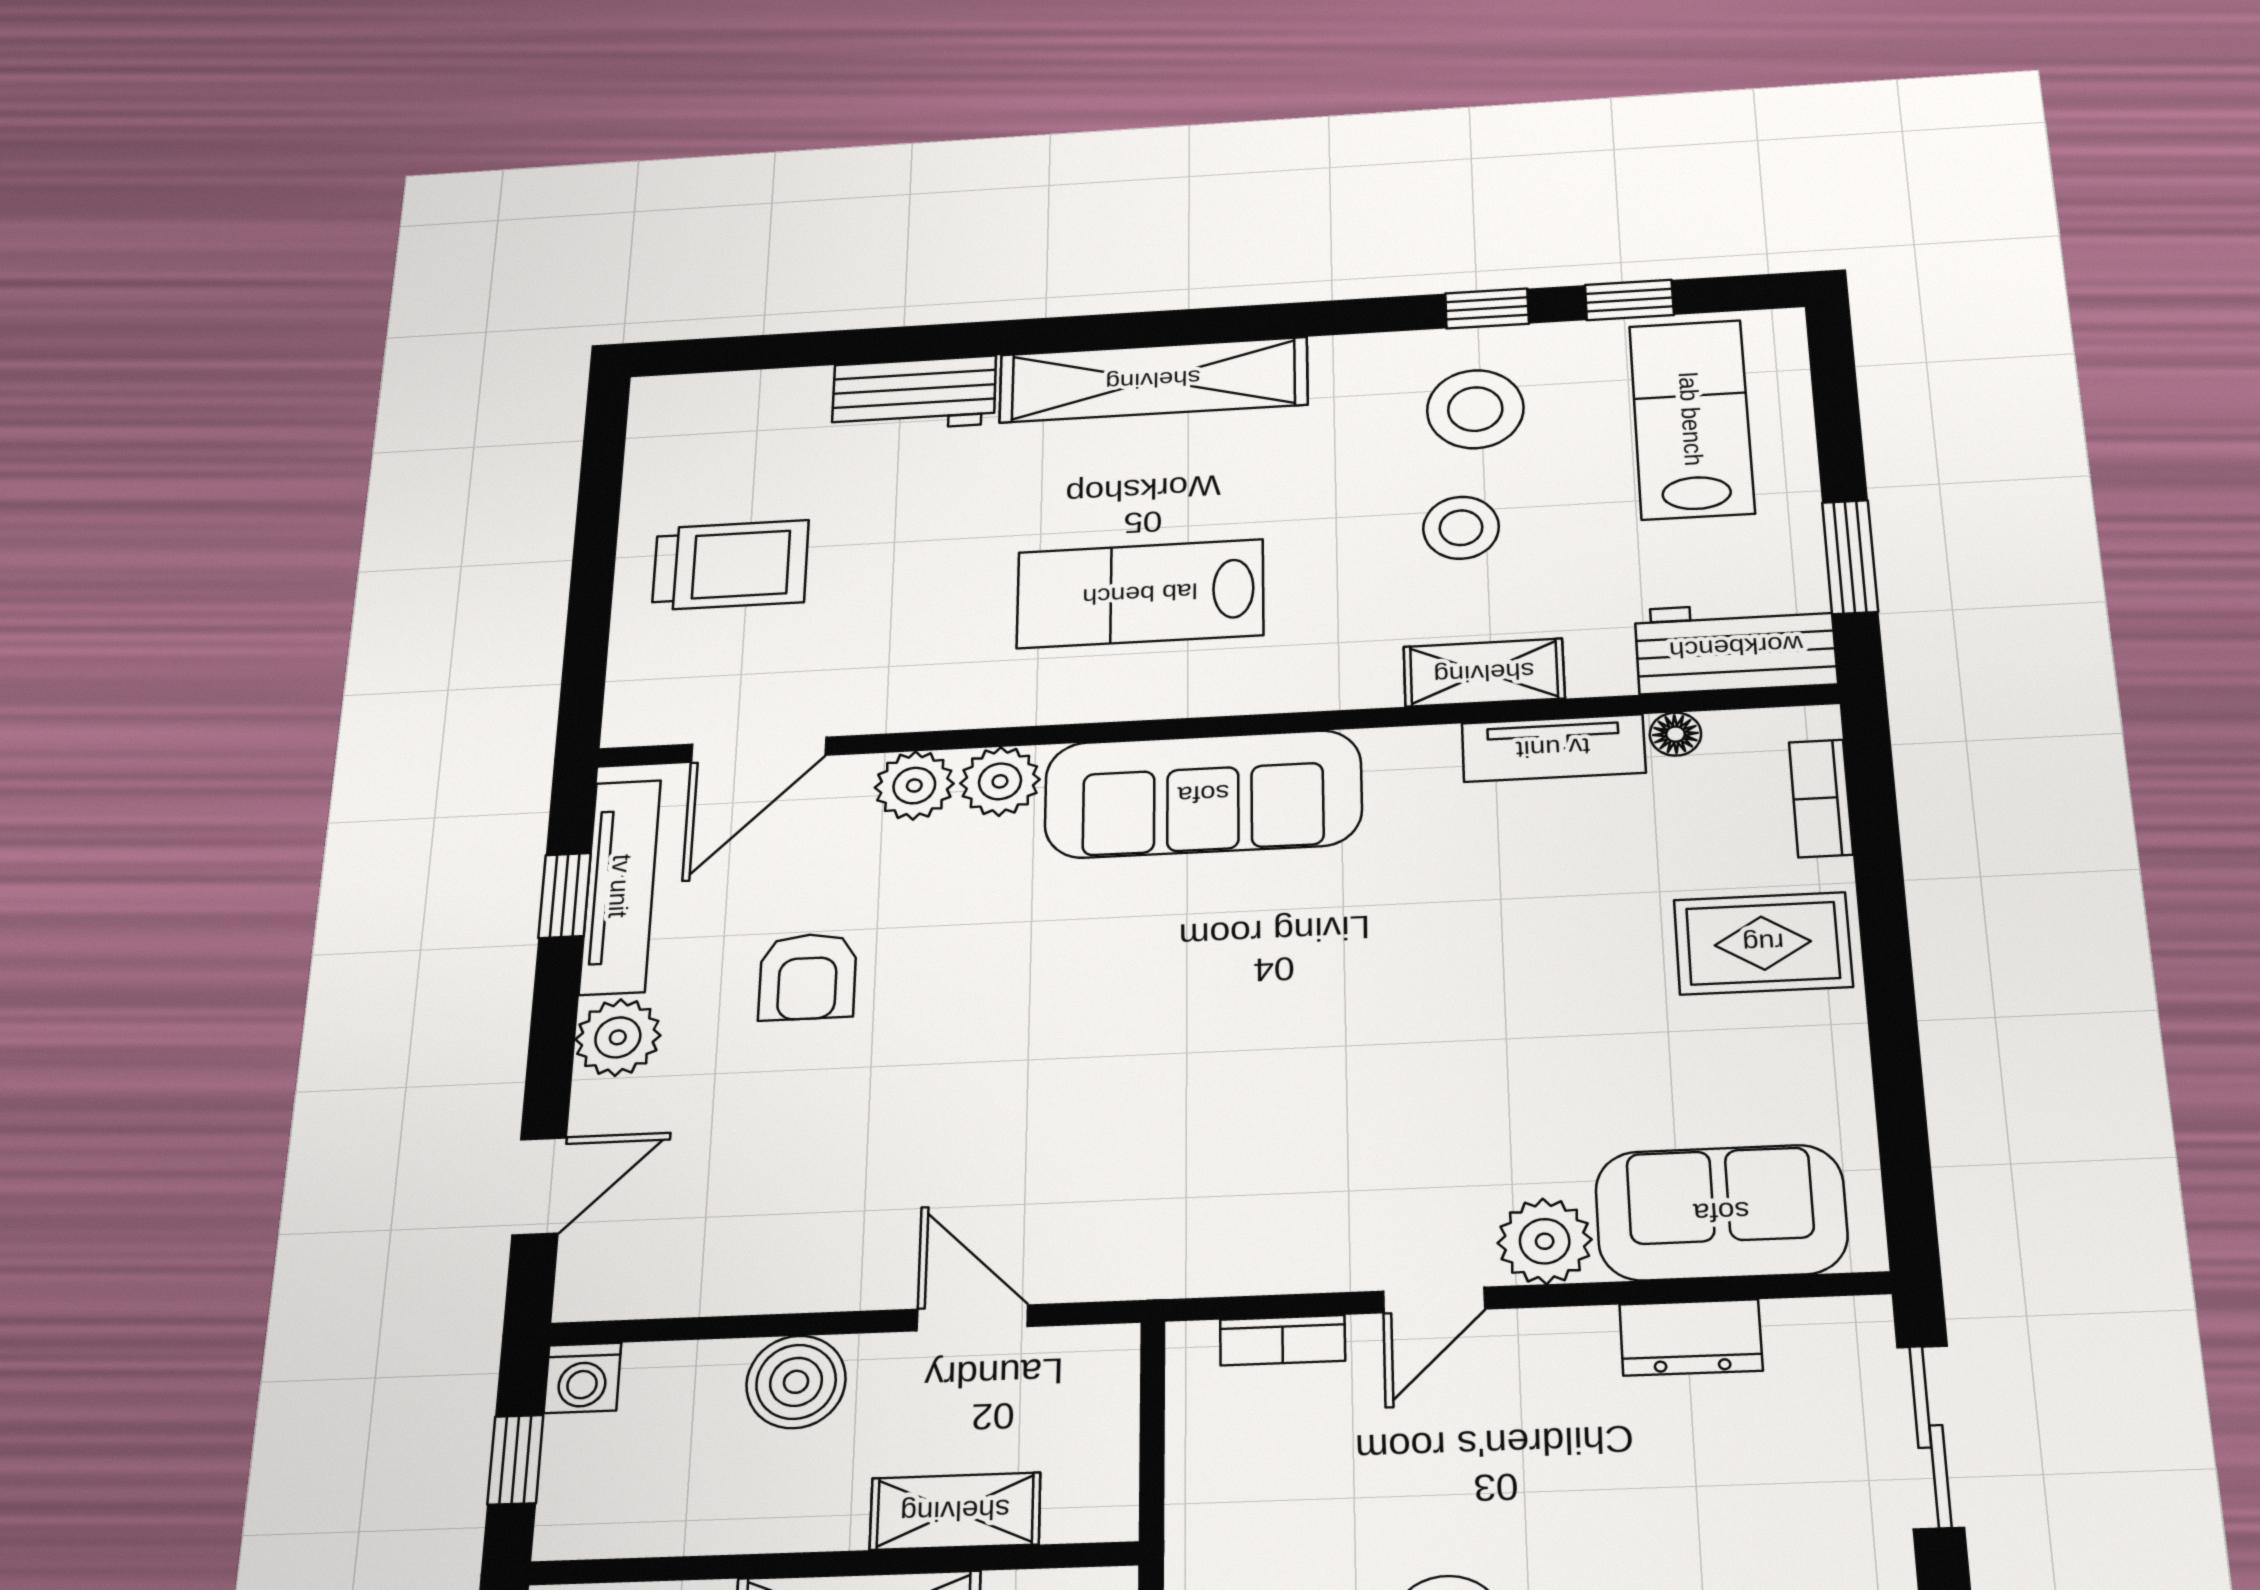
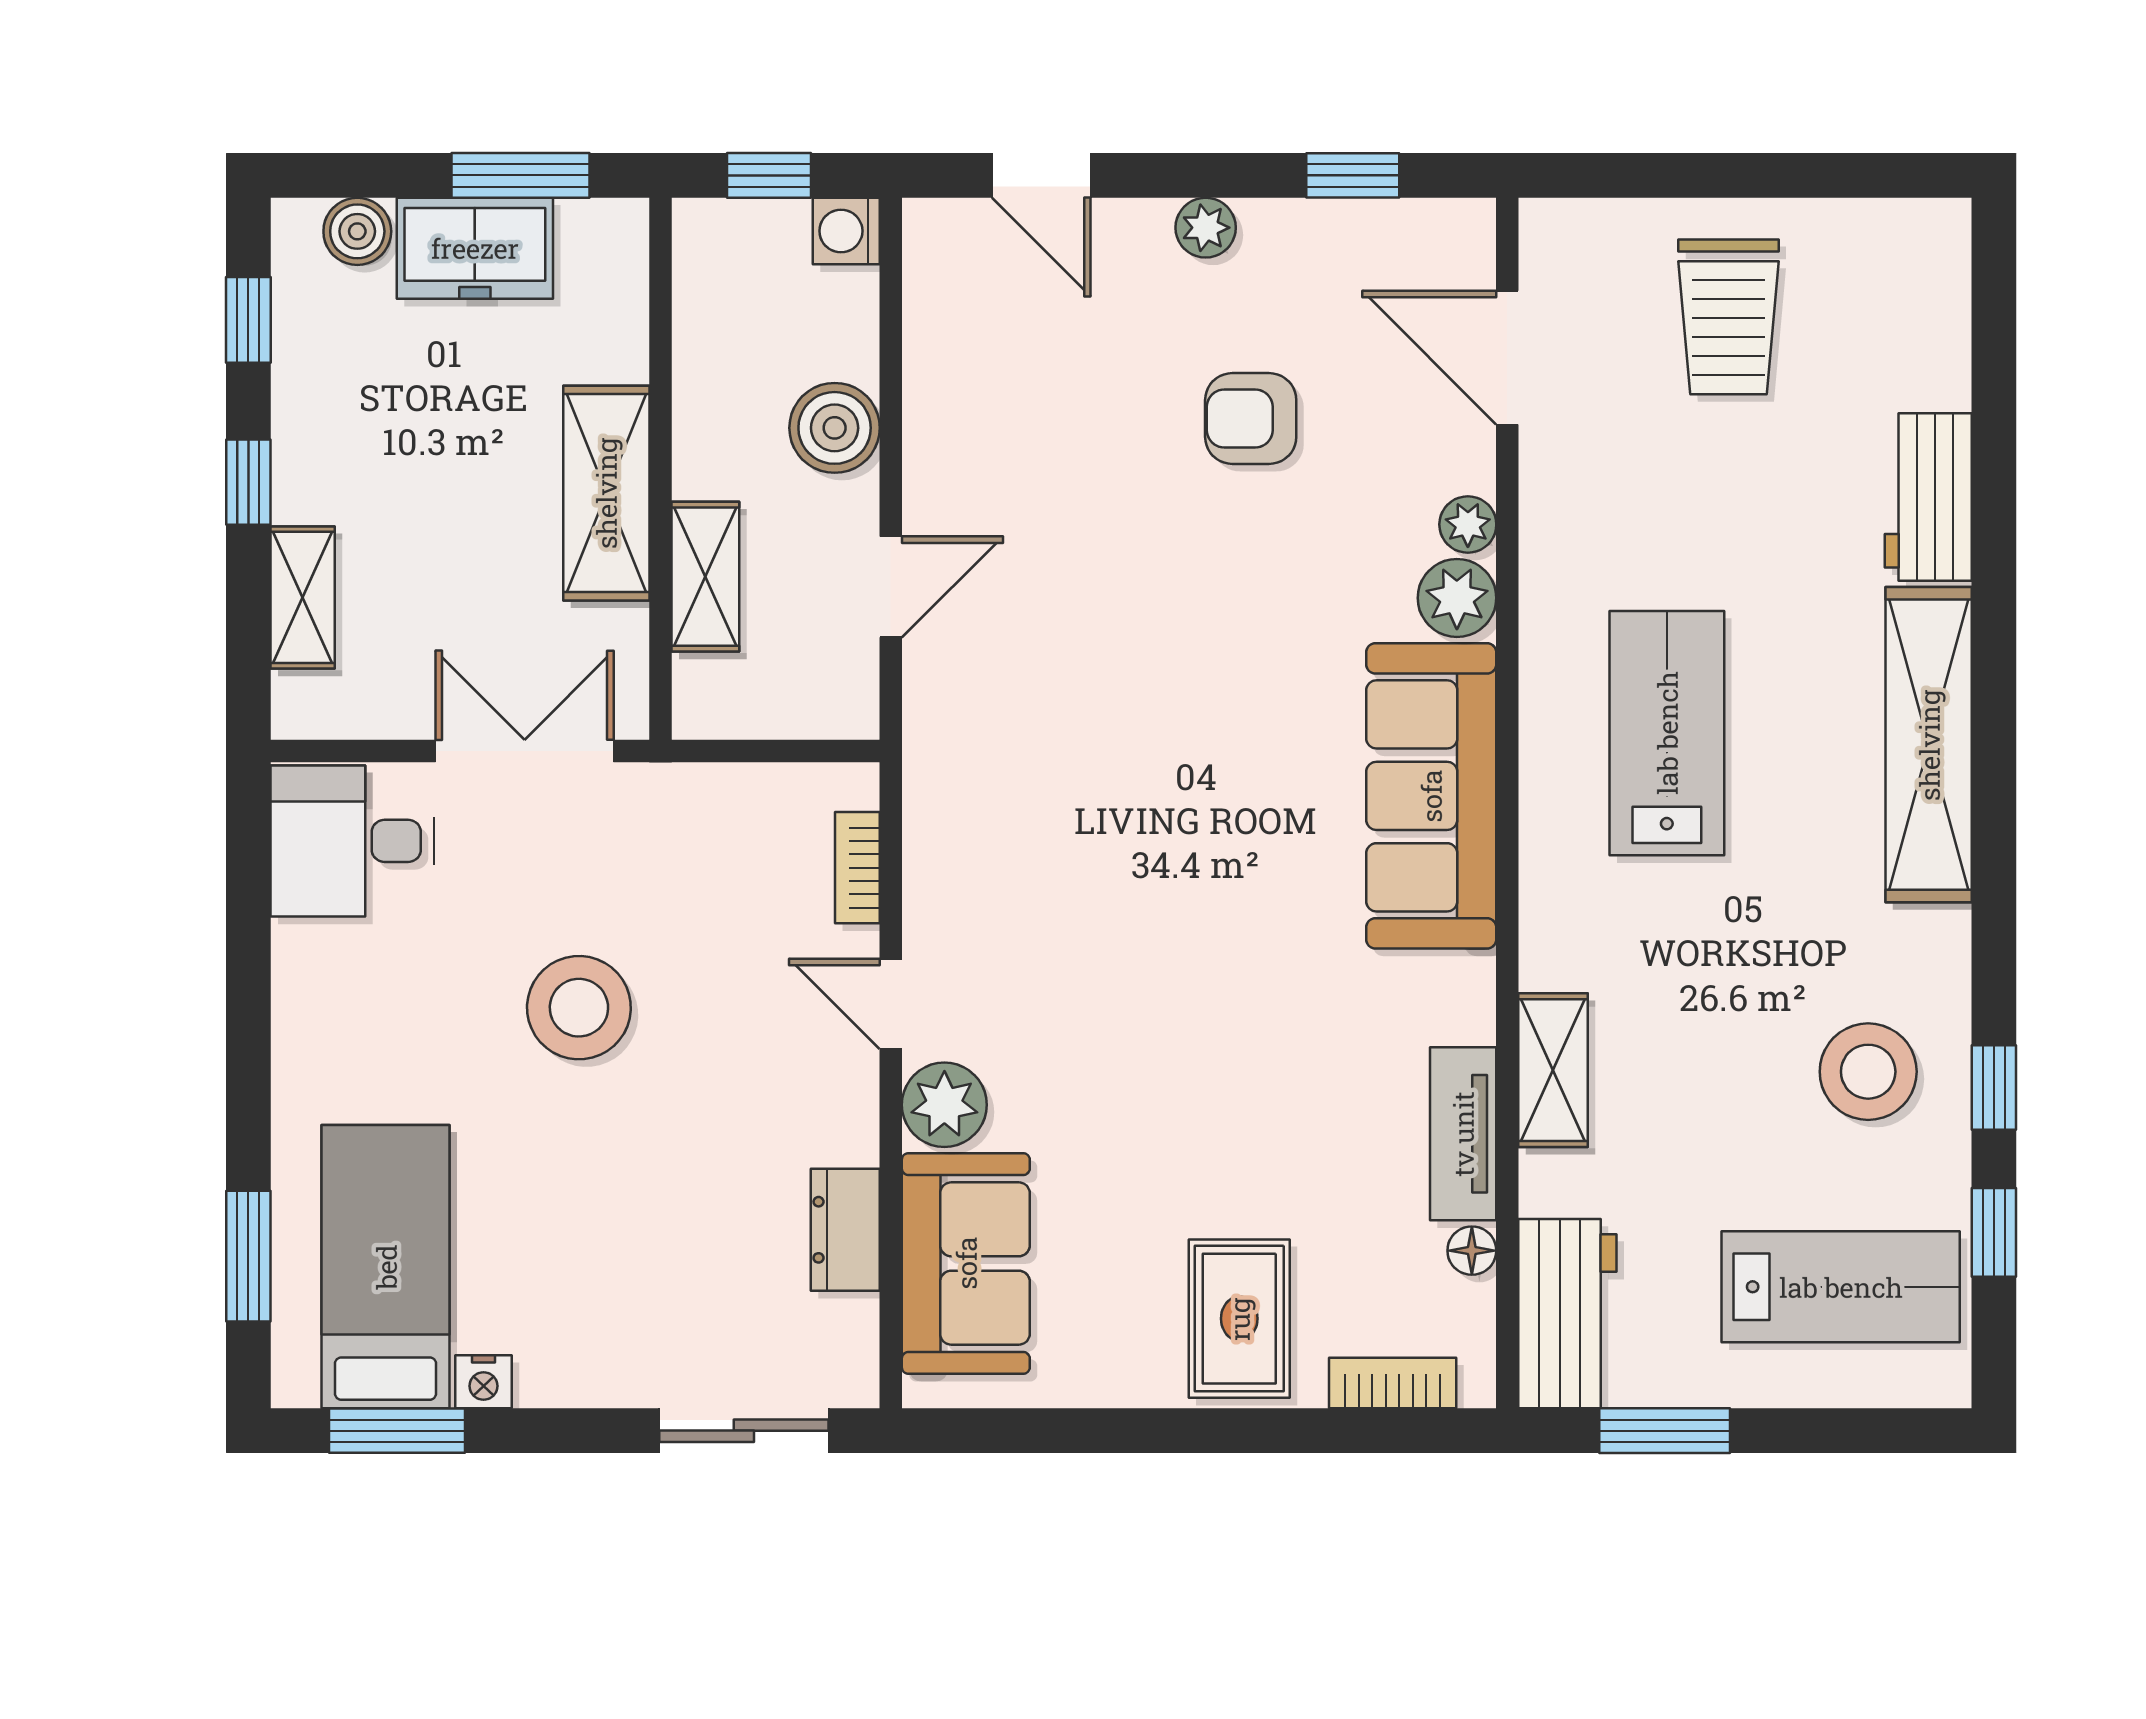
stool: (1461, 528) -> (1725, 1053), removed
plant: (914, 786) -> (1468, 524), width x0.73, depth x0.73
tv unit: (620, 886) -> (1360, 230), removed
plant: (618, 1037) -> (1206, 228), width x0.73, depth x0.73

